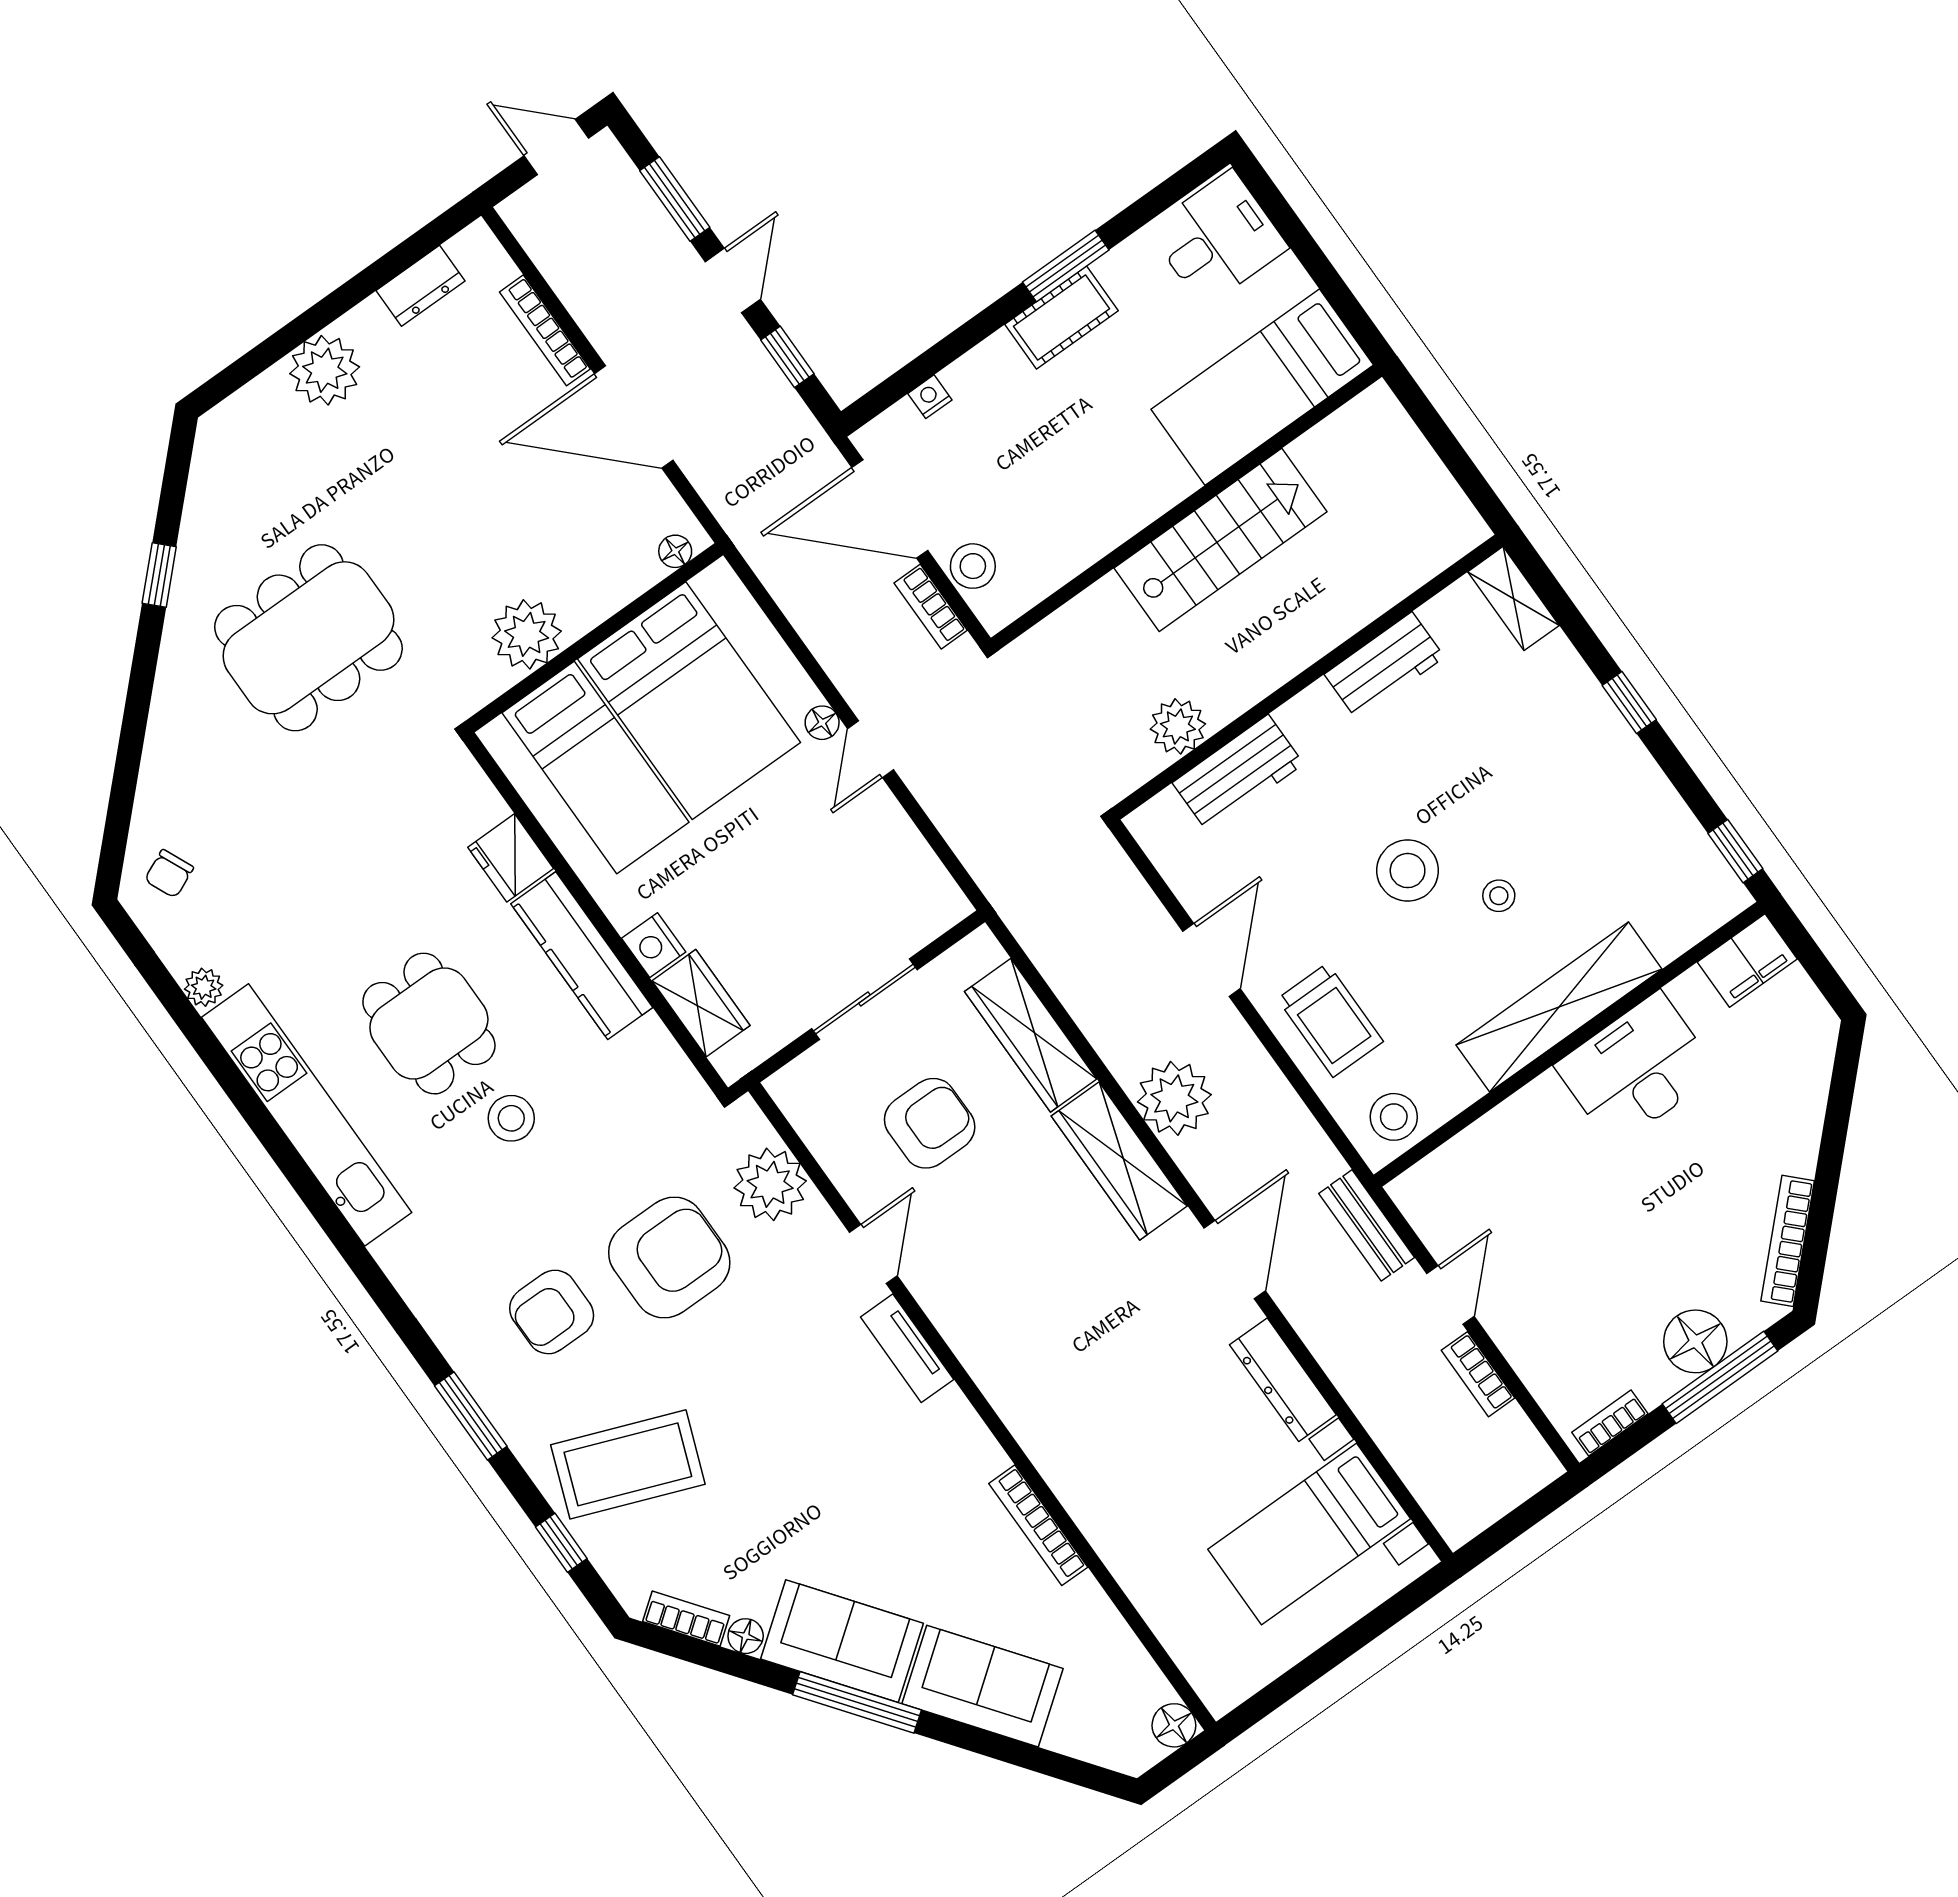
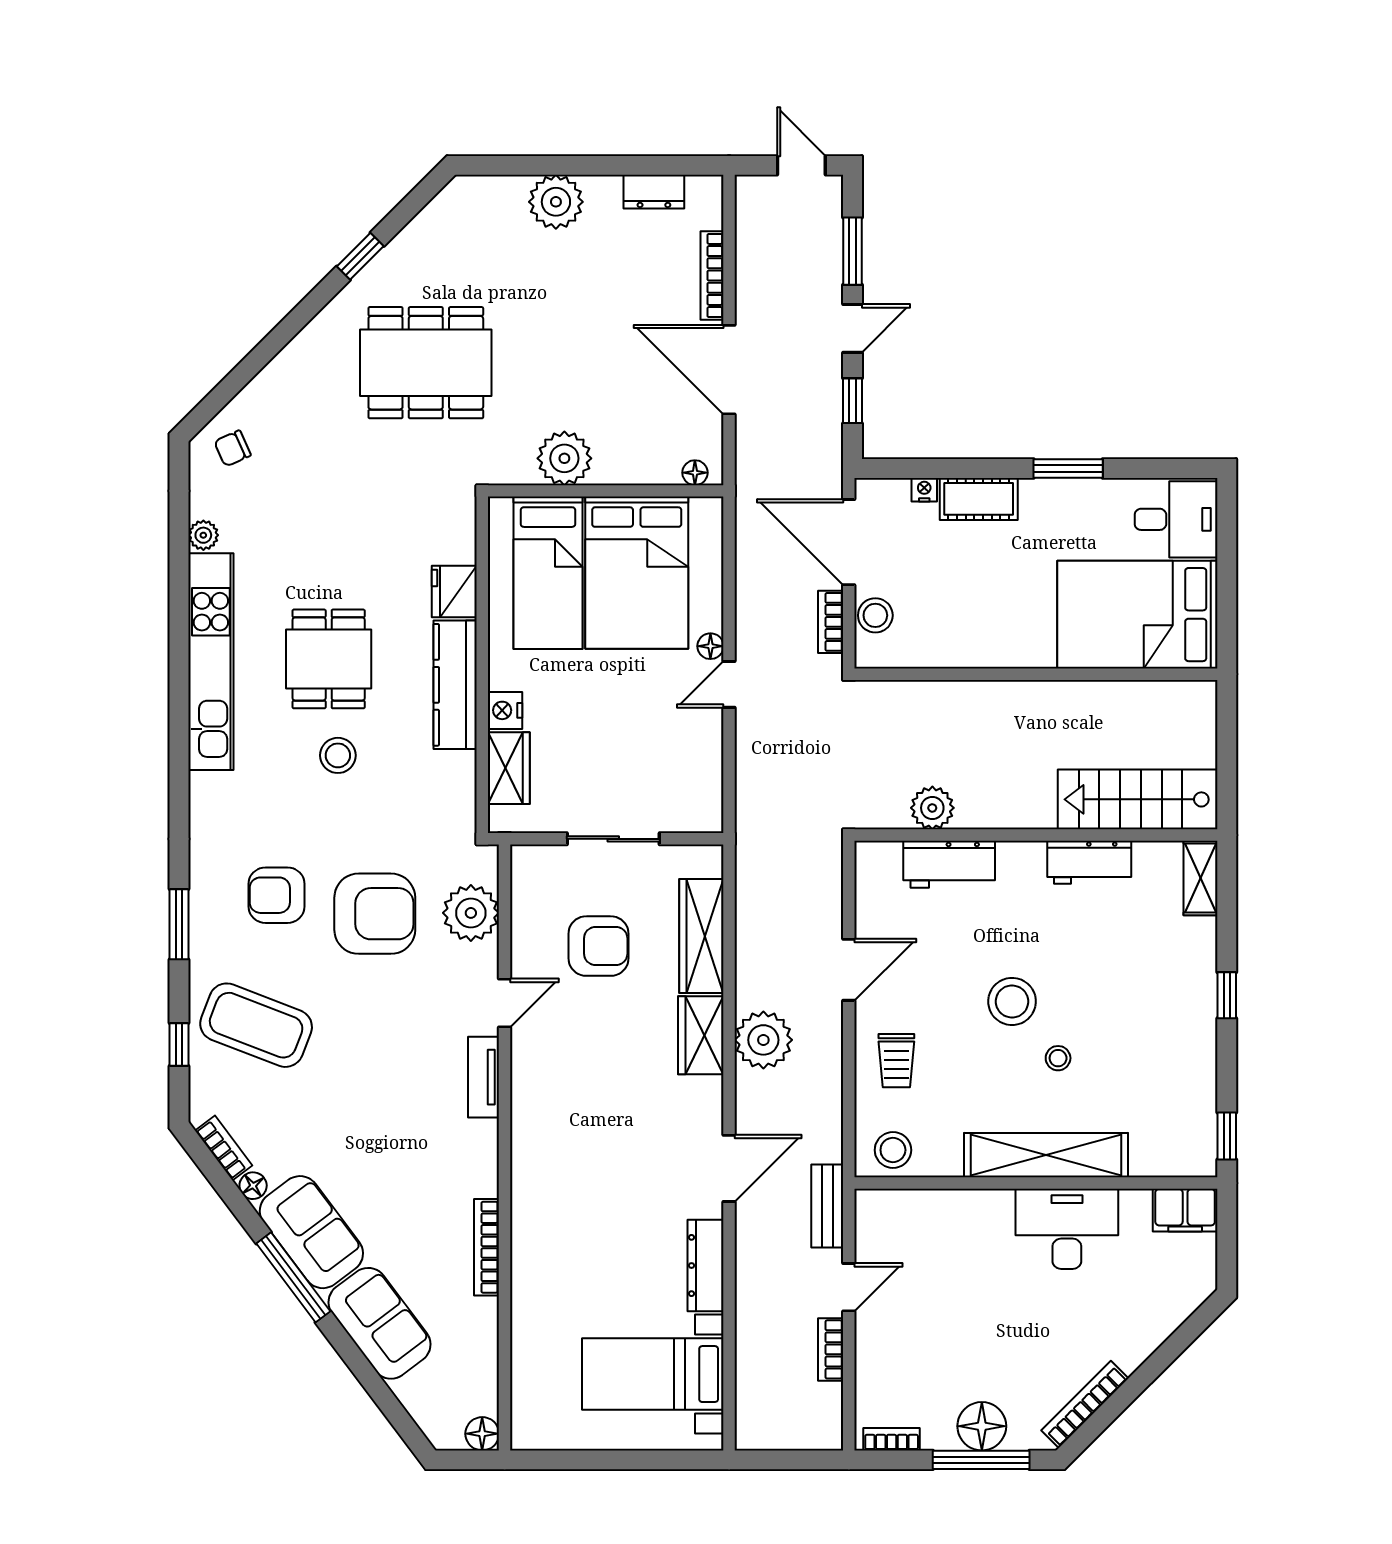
cot: (1062, 317) -> (979, 499), moved
bed: (1262, 387) -> (1137, 615), width x1.50
stairs: (1220, 540) -> (1138, 799), moved, turned 180
trolley: (1330, 1020) -> (896, 1061), width x0.73, depth x0.72
wardrobe: (1119, 1161) -> (701, 1035), width x0.67

